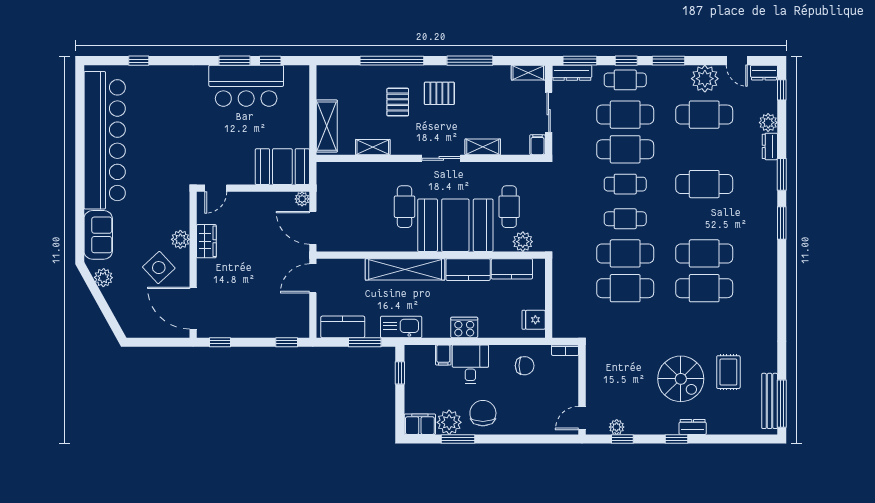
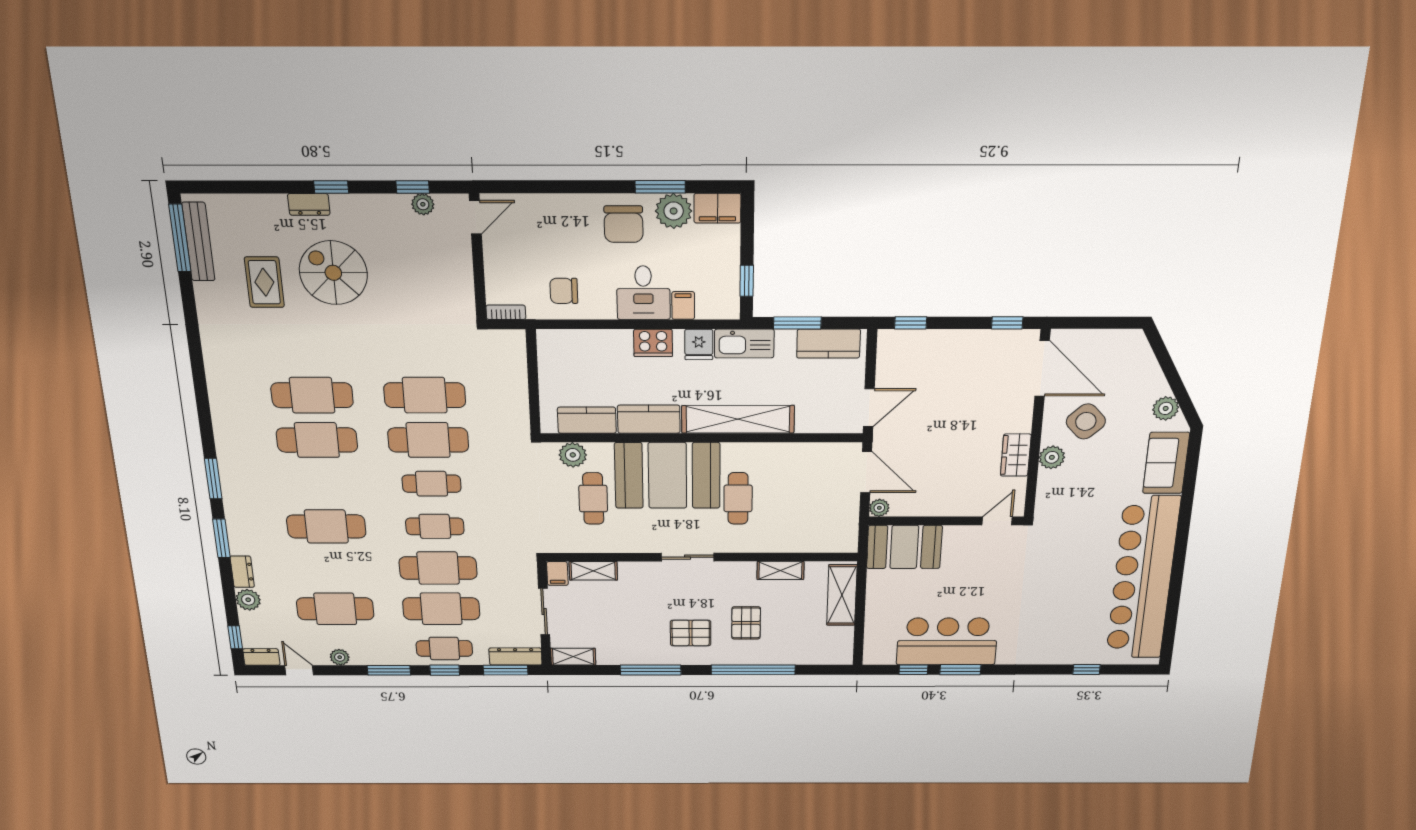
plant: (705, 79) -> (340, 657), width x0.53, depth x0.53
shelving: (483, 147) -> (593, 571), moved
fridge: (534, 320) -> (699, 344), moved, turned 90

